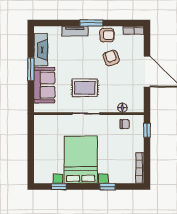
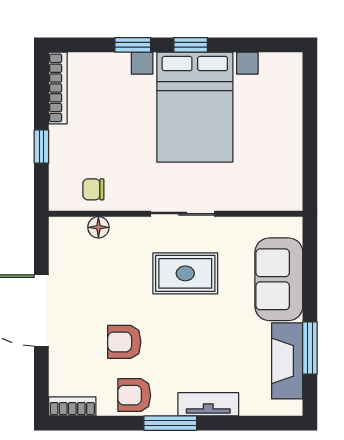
armchair: (111, 58) -> (124, 342), turned 109
window: (31, 69) -> (310, 348), moved
window: (147, 130) -> (41, 147), moved
window: (59, 187) -> (191, 45), moved

